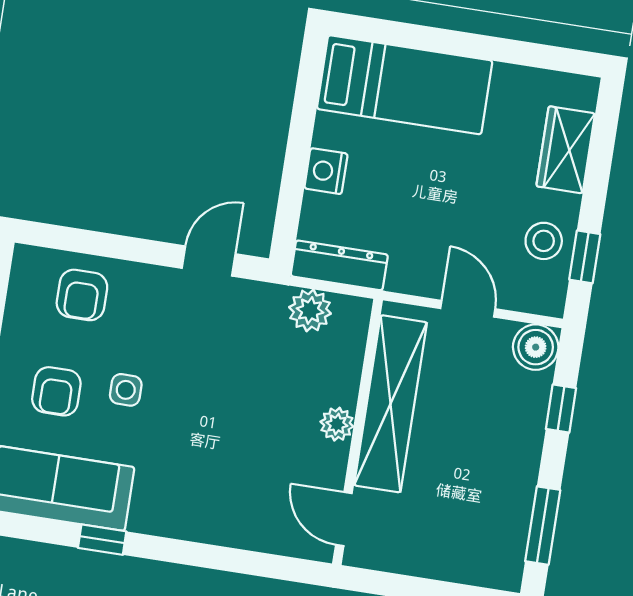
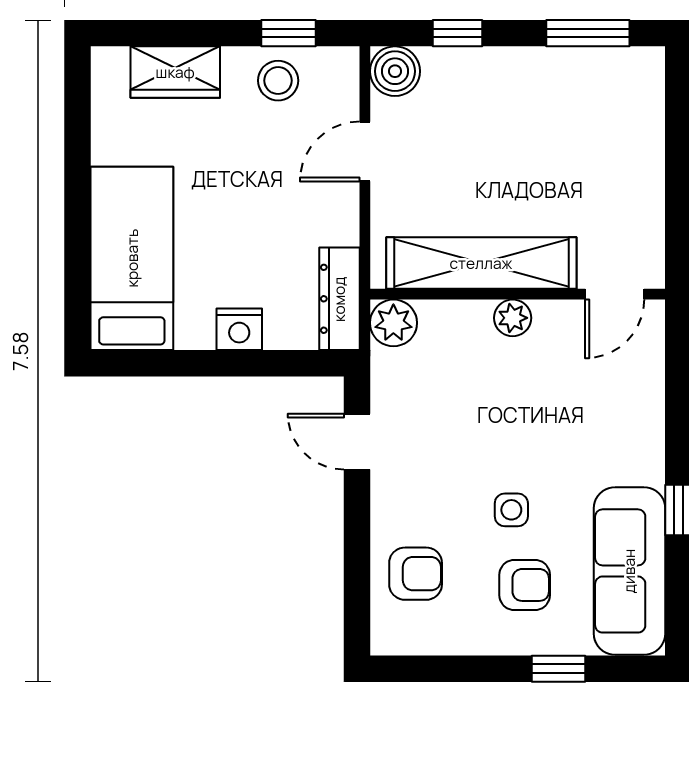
shelving: (391, 404) -> (481, 263), moved
plant: (337, 424) -> (513, 318), moved
wall: (357, 432) -> (518, 294), moved
door: (344, 519) -> (615, 294), moved

